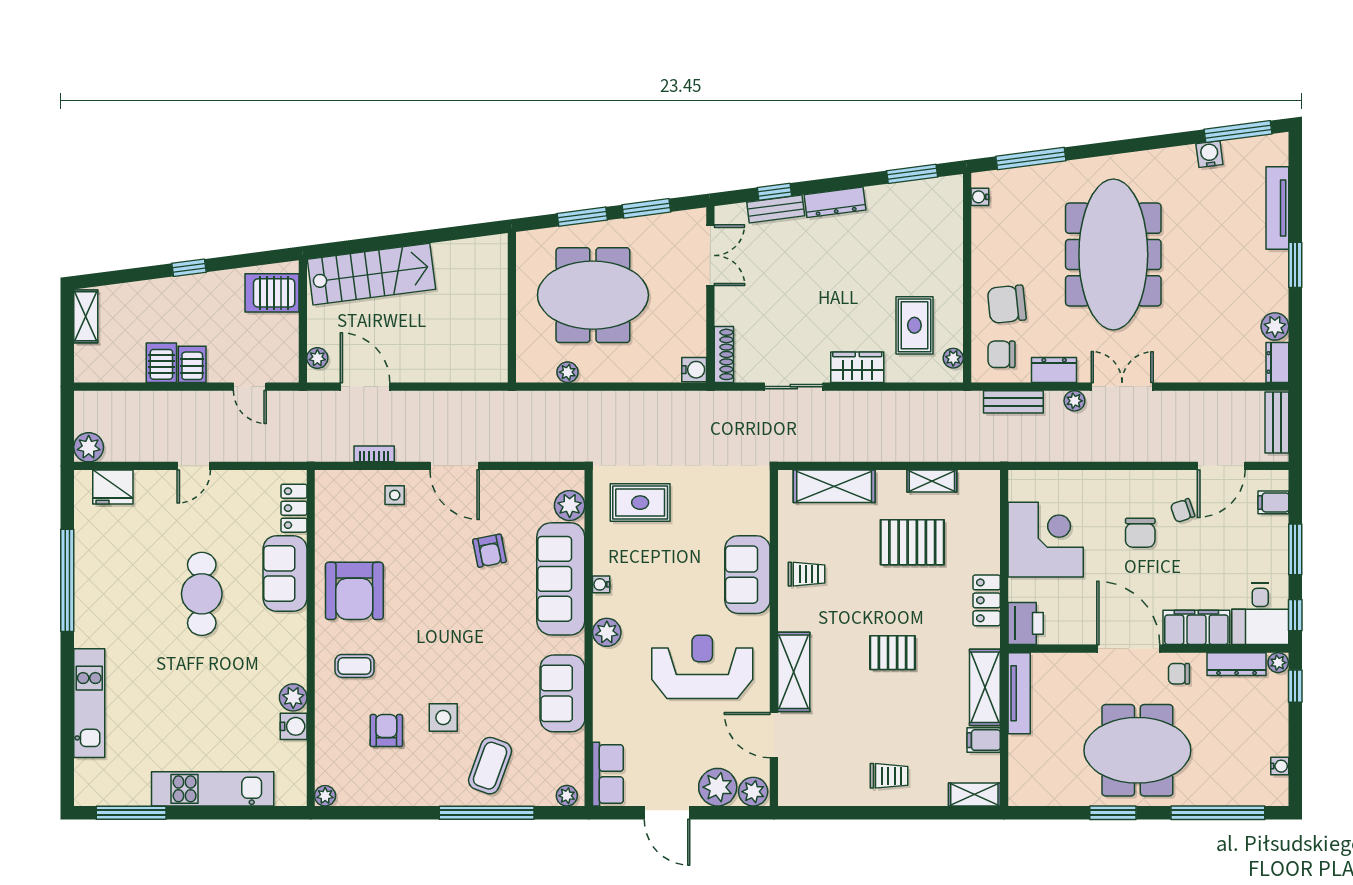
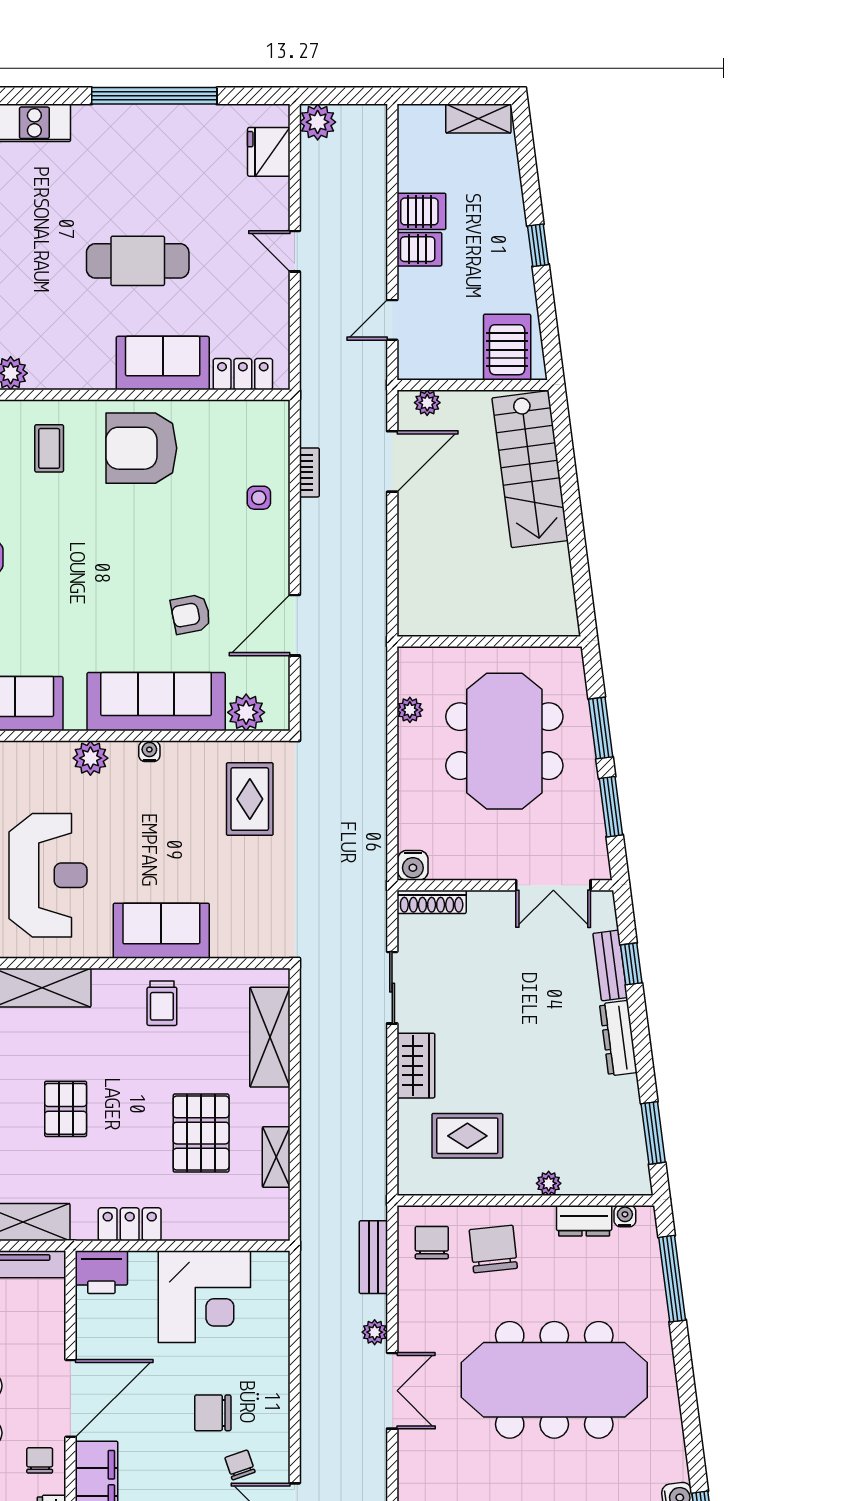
plant: (953, 358) -> (549, 1183), moved
dresser: (1054, 370) -> (584, 1221), moved, turned 90
door: (455, 466) -> (295, 625), moved

